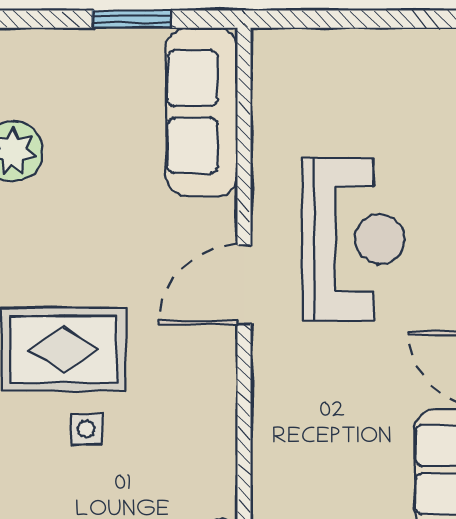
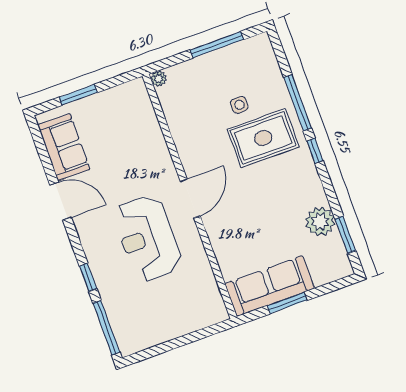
sofa: (202, 112) -> (270, 286), moved, turned -90

